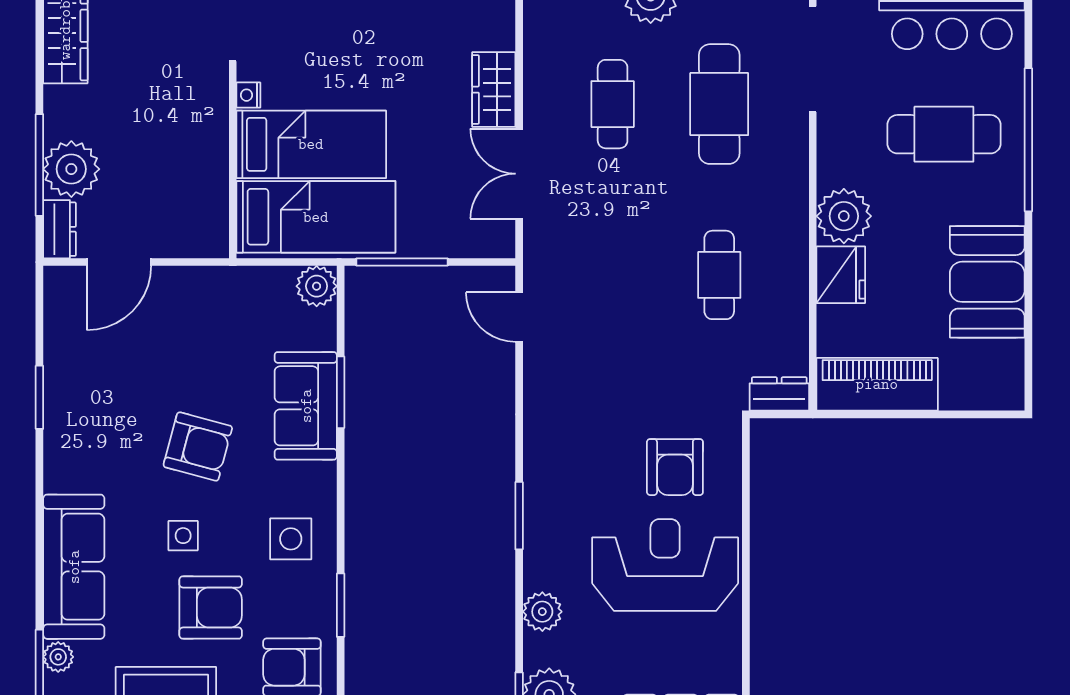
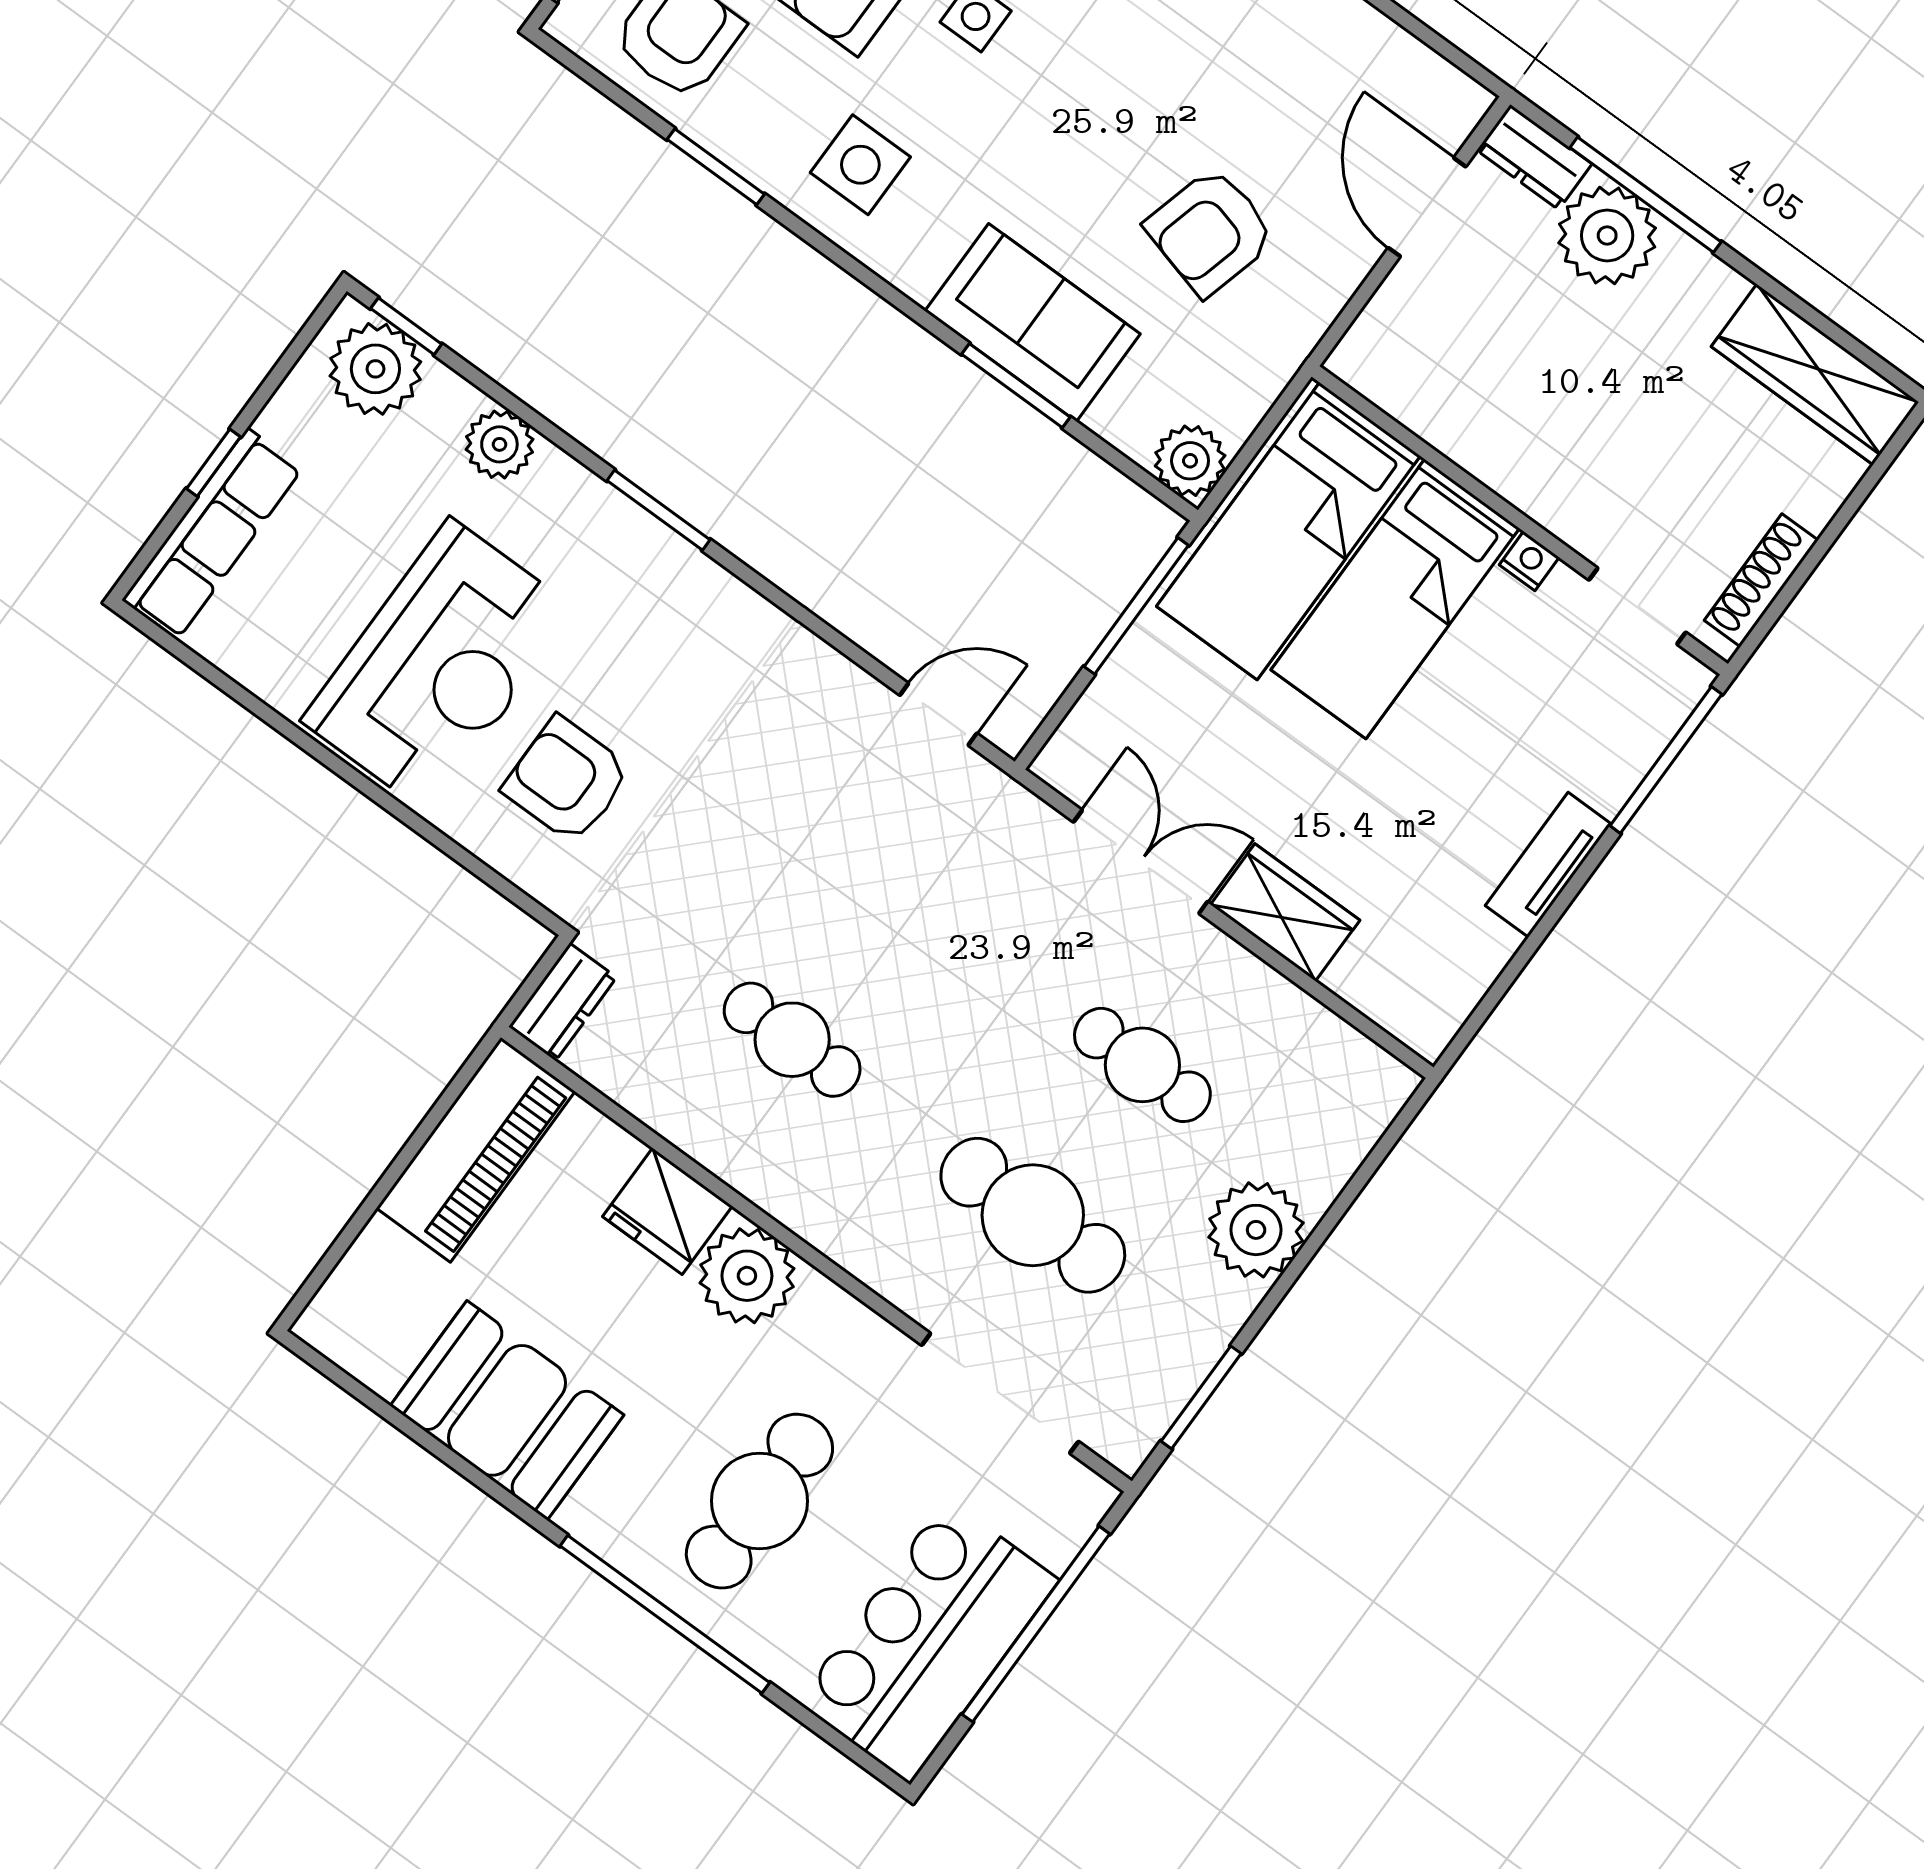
armchair: (198, 447) -> (1210, 232), moved

